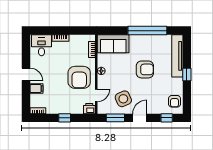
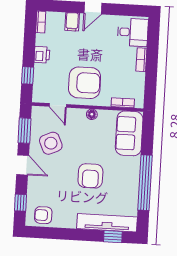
window: (187, 74) -> (113, 237), moved
armchair: (79, 77) -> (85, 83), turned 180
printer: (89, 109) -> (42, 55), moved
window: (65, 118) -> (28, 75), moved

